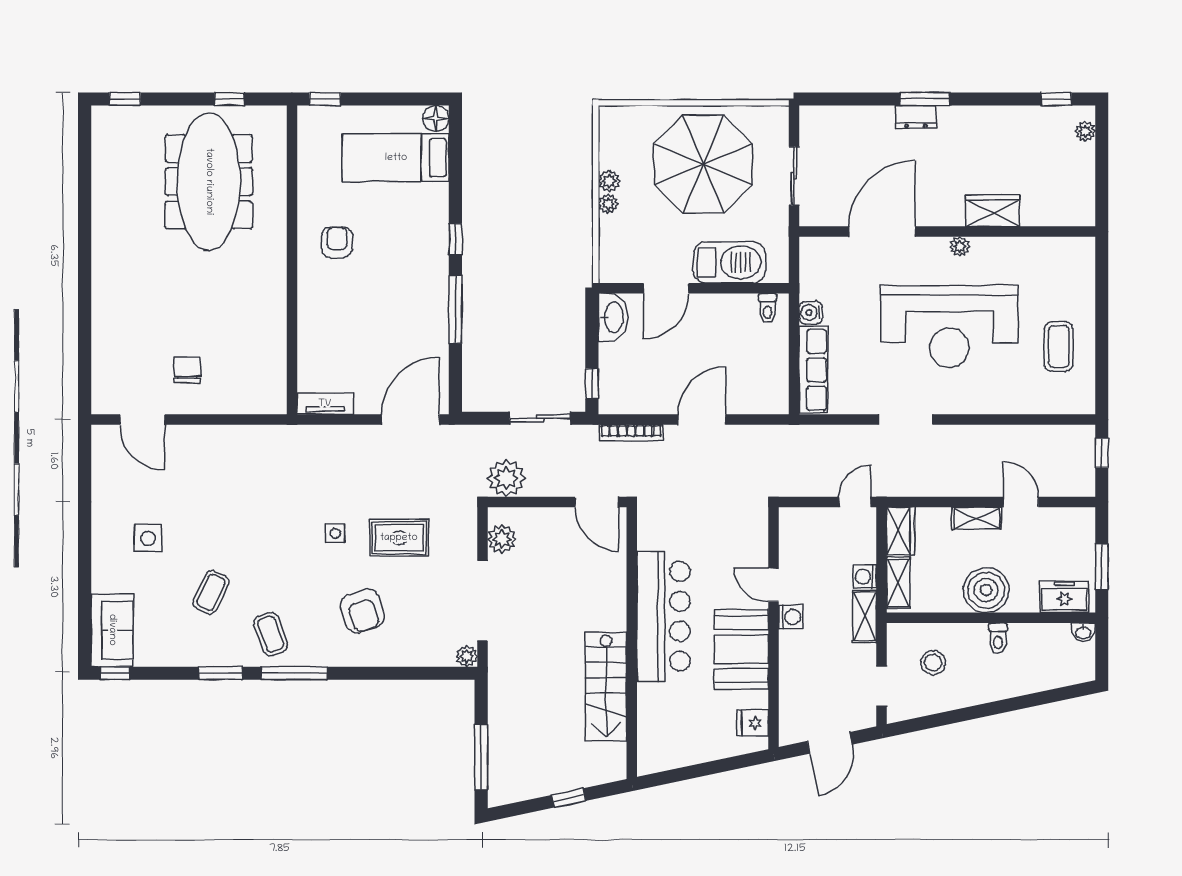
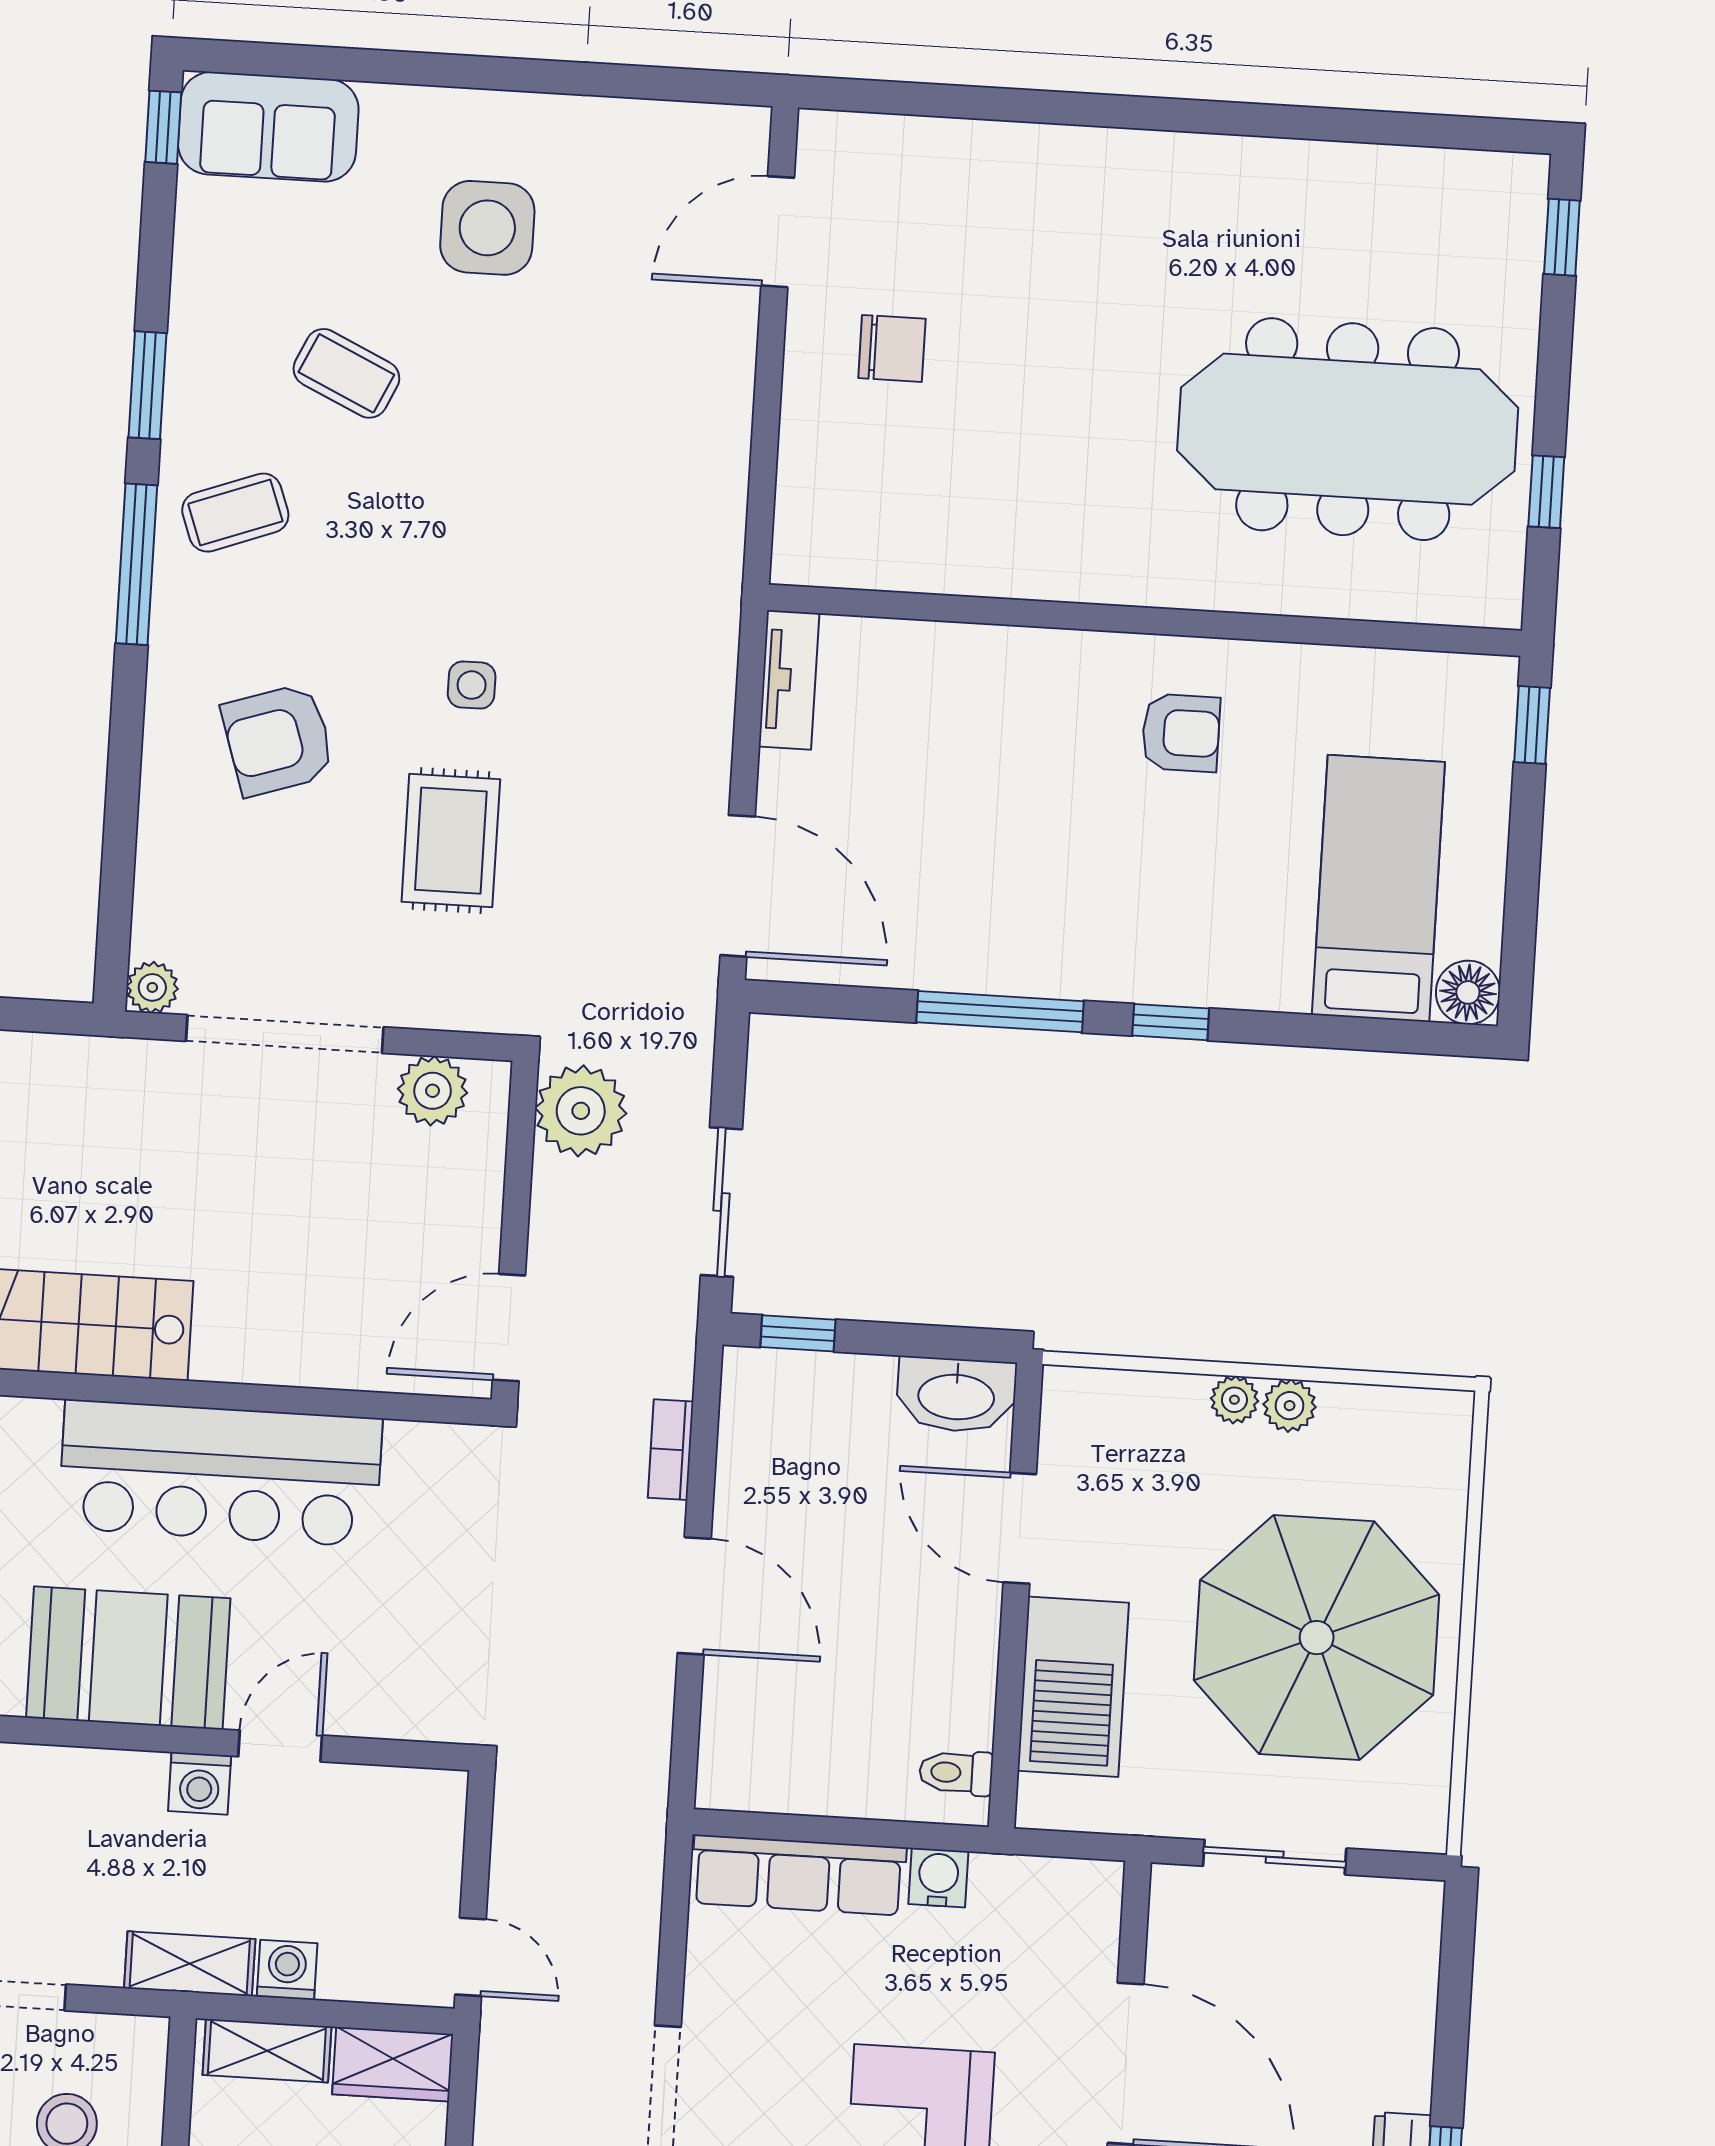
bookcase: (631, 433) -> (671, 1450), width x0.64
side table: (148, 538) -> (487, 228), width x1.37, depth x1.37

